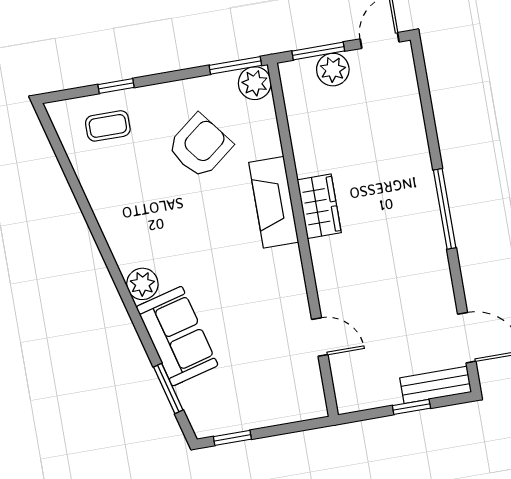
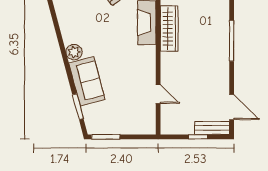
wardrobe: (319, 206) -> (169, 29), width x1.50
window: (232, 438) -> (106, 137), width x1.50

